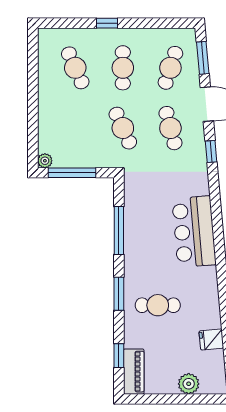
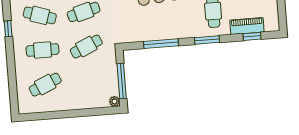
window: (107, 23) -> (8, 29), moved
piano: (134, 372) -> (247, 26), moved

